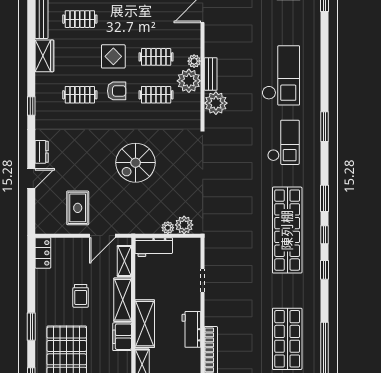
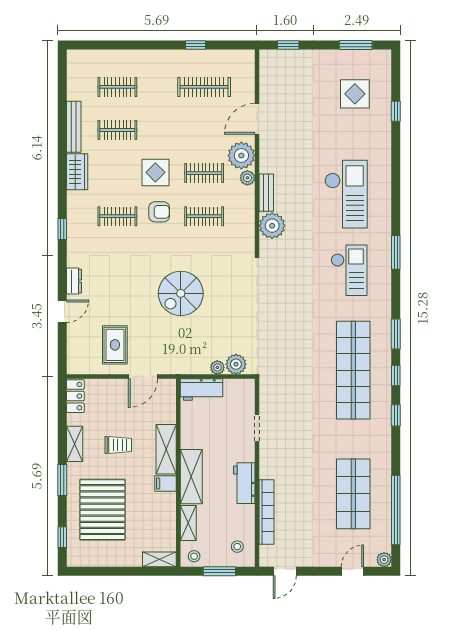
plant: (189, 81) -> (241, 155), moved
shelving: (124, 261) -> (75, 444), moved
trolley: (81, 296) -> (118, 445), turned -90
filing cabinet: (122, 337) -> (165, 484), width x0.50

